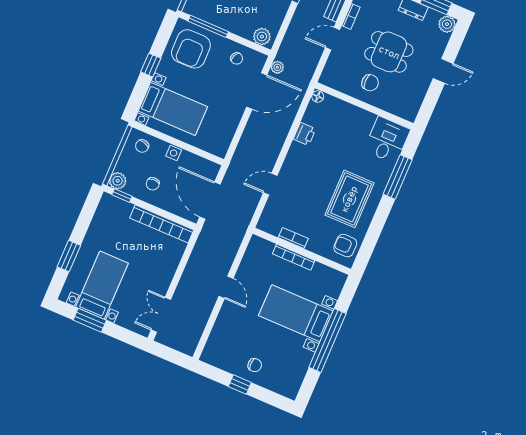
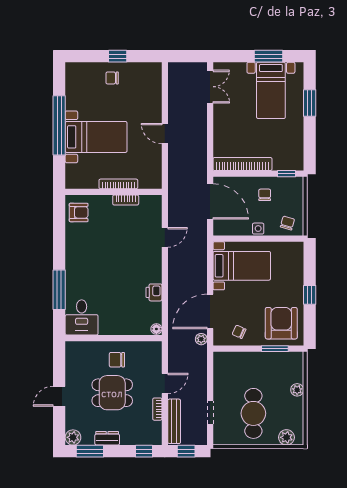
window: (208, 26) -> (275, 349), width x0.69
plant: (262, 37) -> (226, 360), removed
bed with nightstands: (173, 109) -> (242, 266), moved, turned 180
plant: (118, 181) -> (296, 185), removed
rug: (349, 199) -> (92, 254), removed

